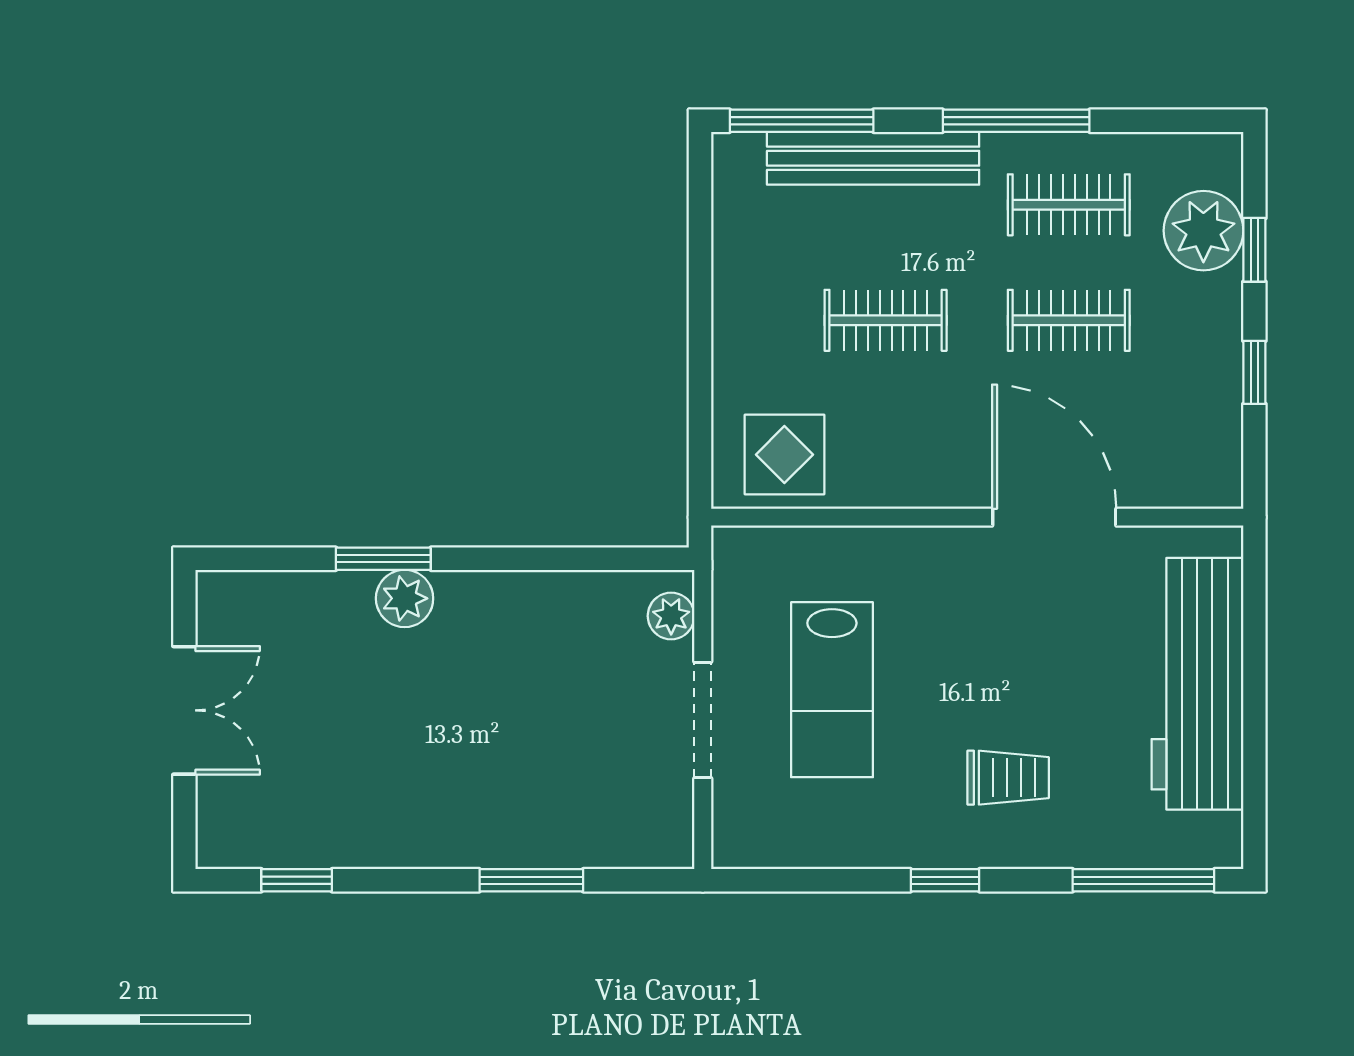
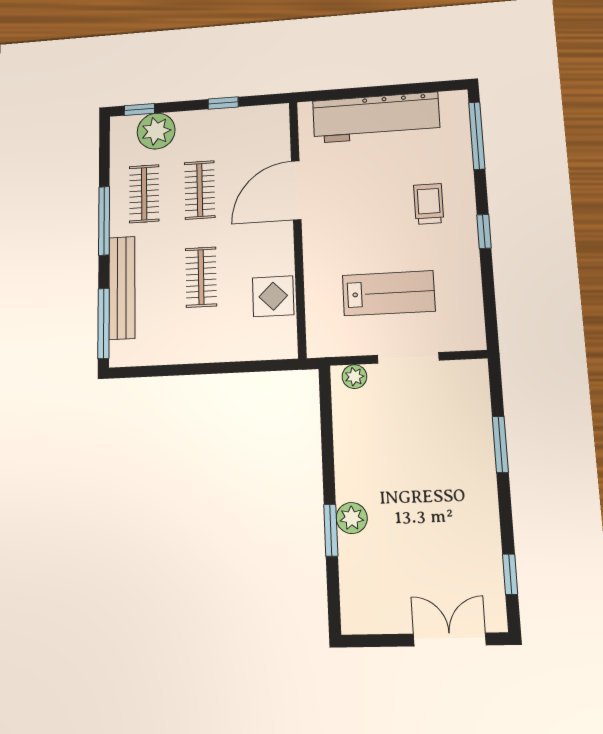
window: (1254, 250) -> (139, 109), moved
display table: (784, 455) -> (273, 296), moved
double door: (184, 710) -> (450, 640), moved

